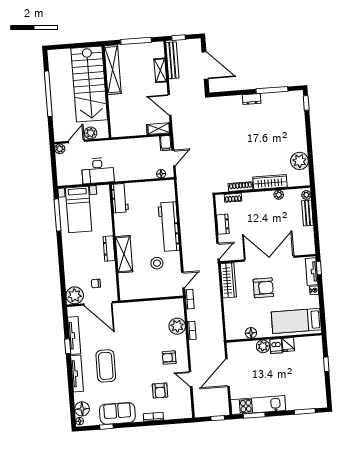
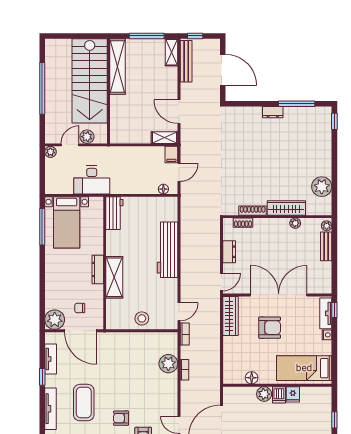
shelving: (160, 70) -> (171, 52), moved
stool: (157, 263) -> (142, 318), moved
tv unit: (74, 335) -> (51, 359), width x0.71
armchair: (169, 358) -> (121, 418), moved

